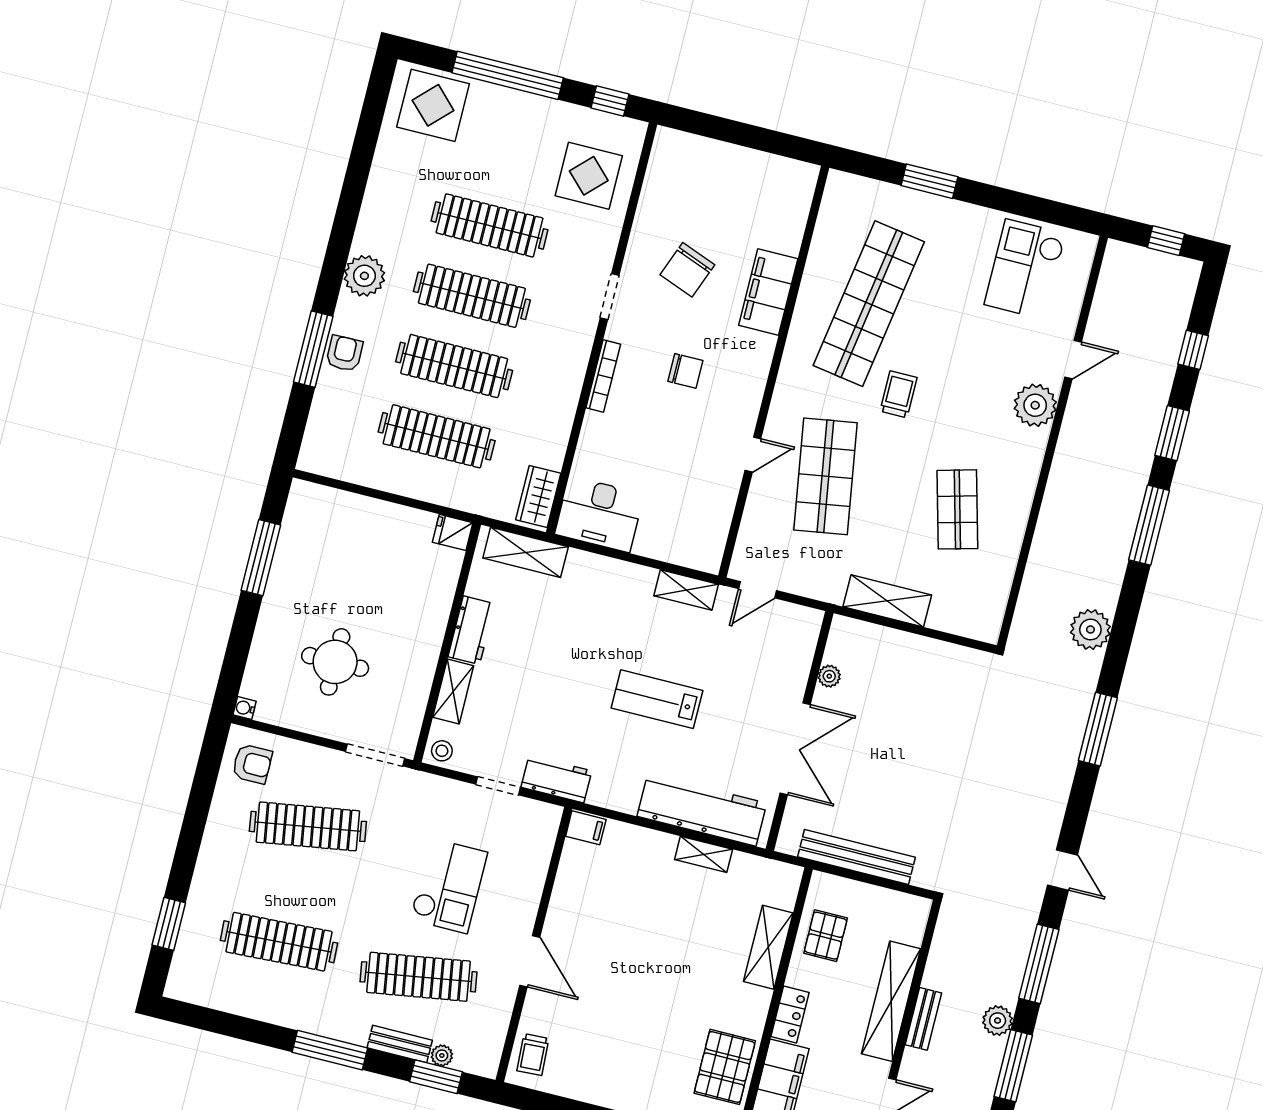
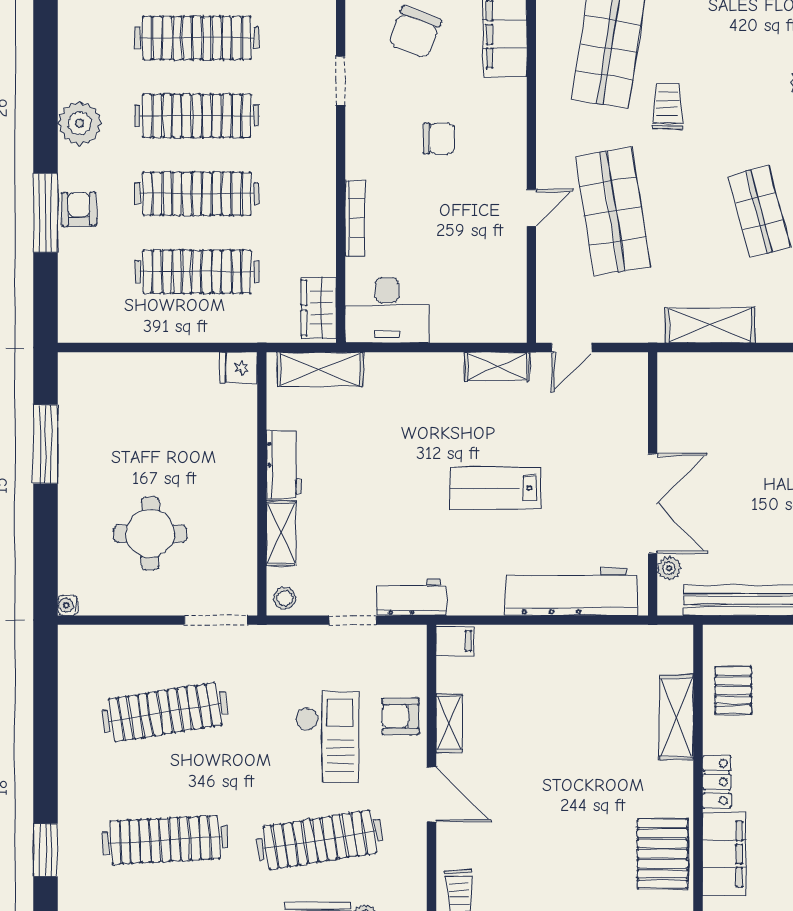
bookcase: (603, 376) -> (355, 218), moved
plant: (829, 676) -> (669, 568), moved
armchair: (252, 764) -> (401, 716), moved, turned 180
shelving: (704, 854) -> (449, 723), moved, turned 90

